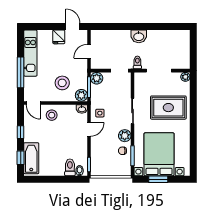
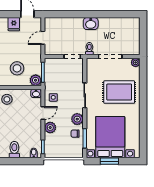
plant: (97, 78) -> (50, 128), moved
toilet: (70, 167) -> (14, 150), moved

